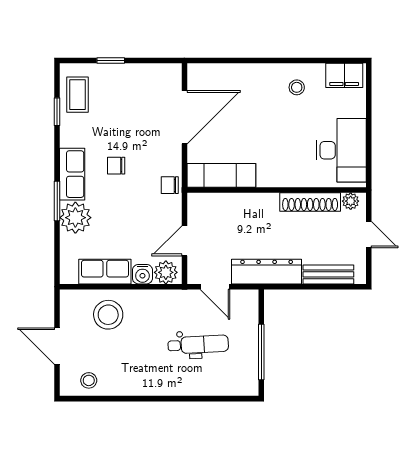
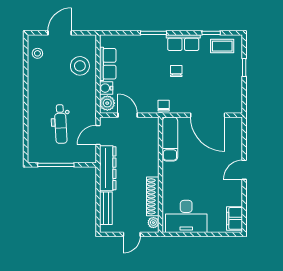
door: (269, 61) -> (244, 170), added
stool: (297, 87) -> (227, 188), removed
row of seats: (72, 174) -> (183, 43), moved
plant: (75, 218) -> (143, 45), removed

